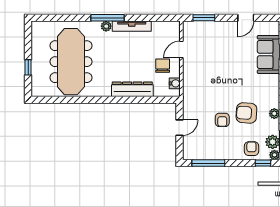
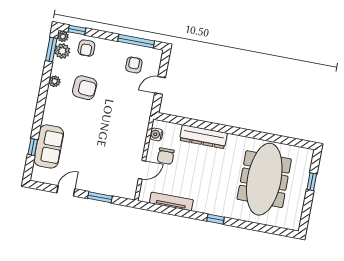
window: (108, 18) -> (216, 219), width x0.46
window: (204, 18) -> (100, 197), moved
plant: (106, 26) -> (219, 210), removed
tv unit: (132, 26) -> (171, 201), moved
armchair: (222, 120) -> (134, 65), moved

